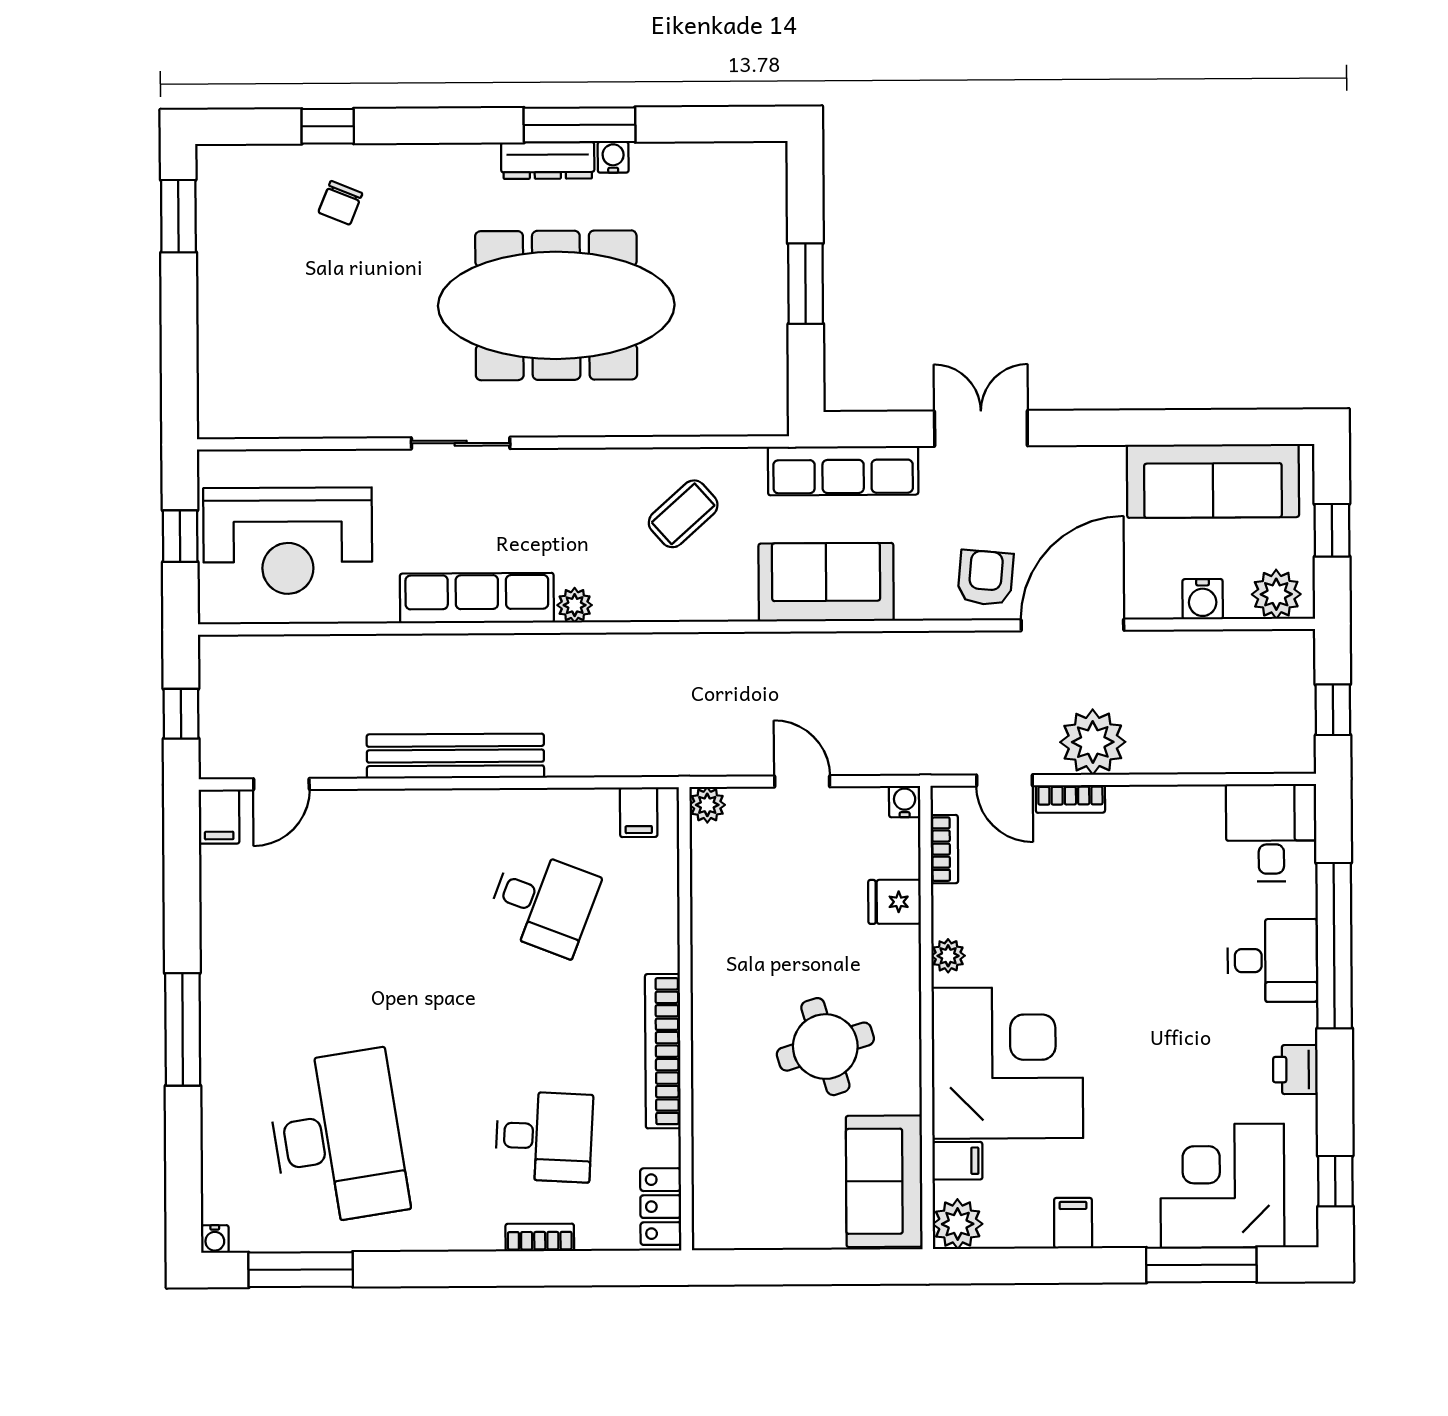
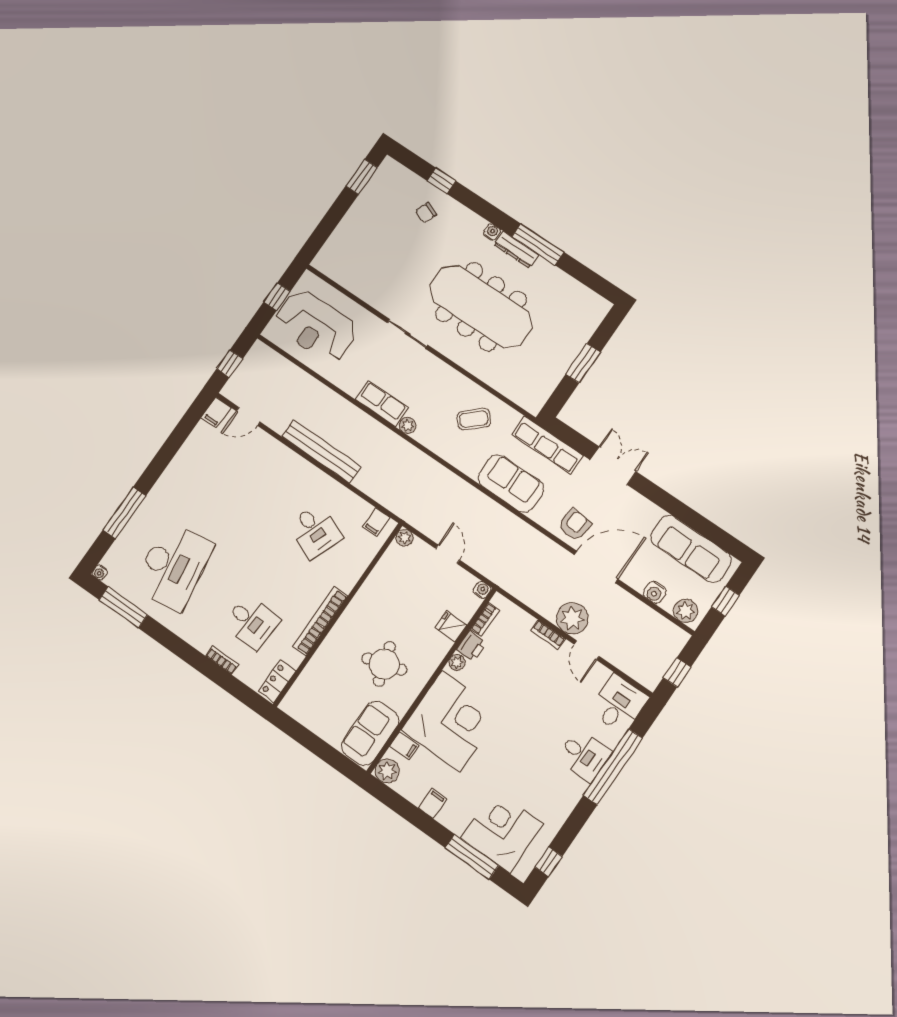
water cooler: (613, 157) -> (492, 232), moved
row of seats: (477, 598) -> (382, 403), width x0.68
door: (1005, 780) -> (587, 650), moved
window: (183, 1029) -> (124, 513), moved
printer: (1295, 1070) -> (471, 646), moved, turned 180

